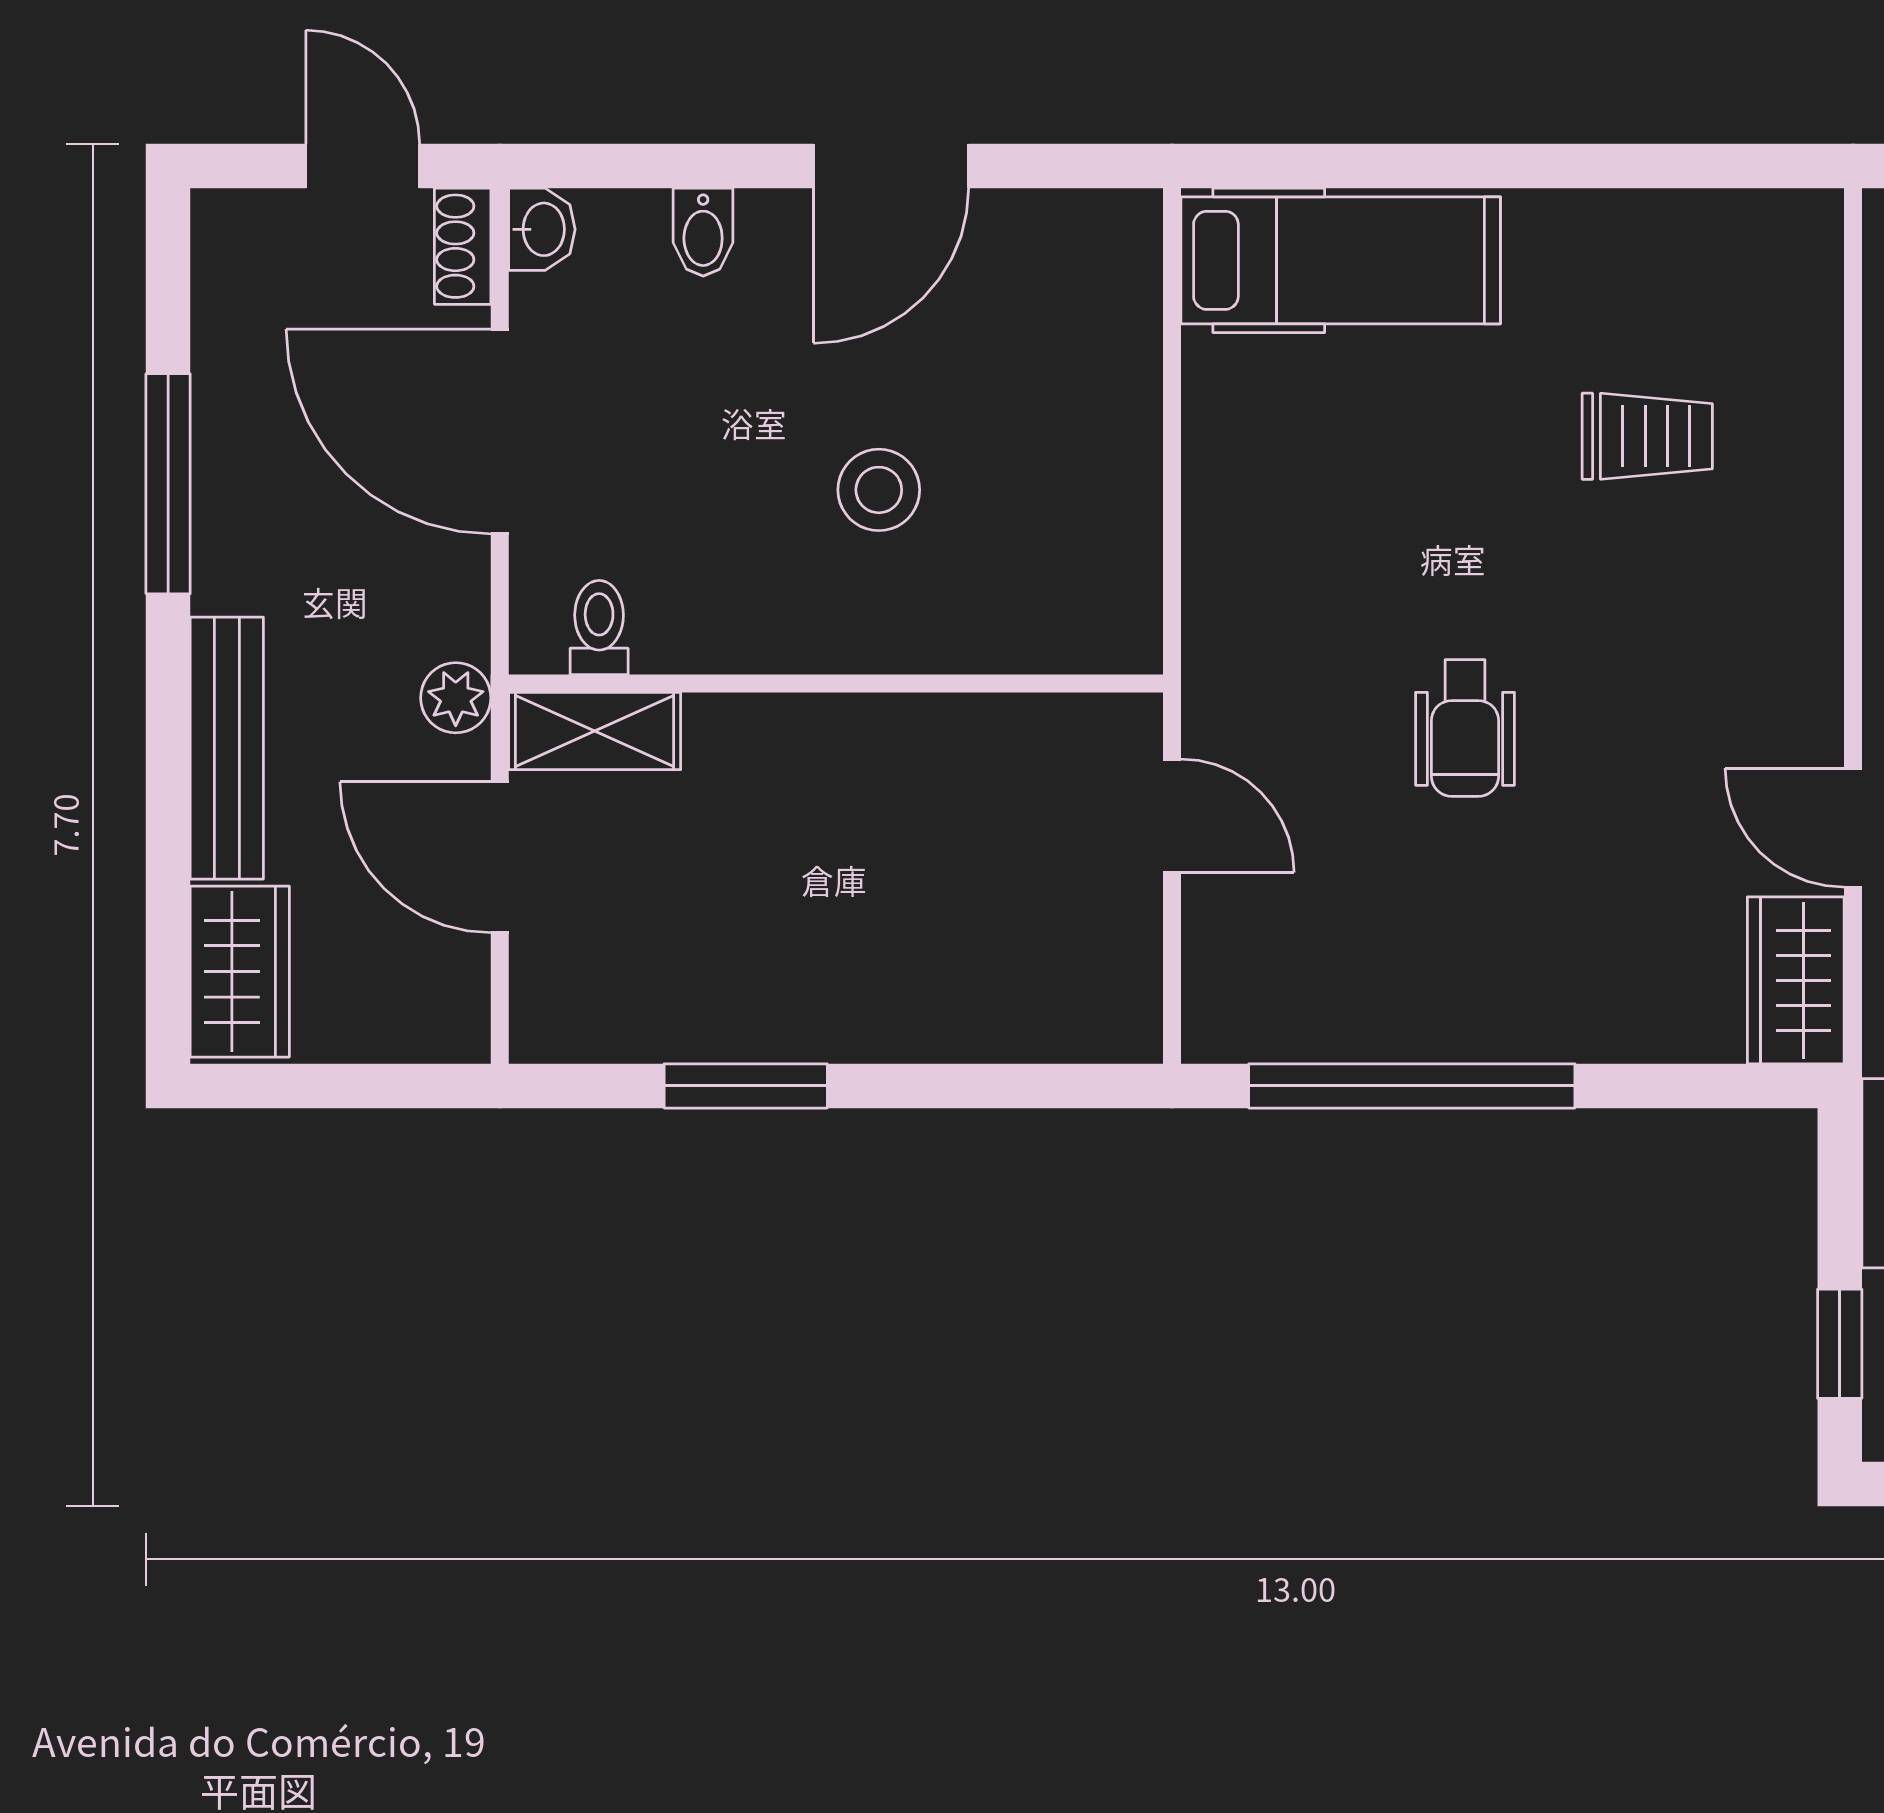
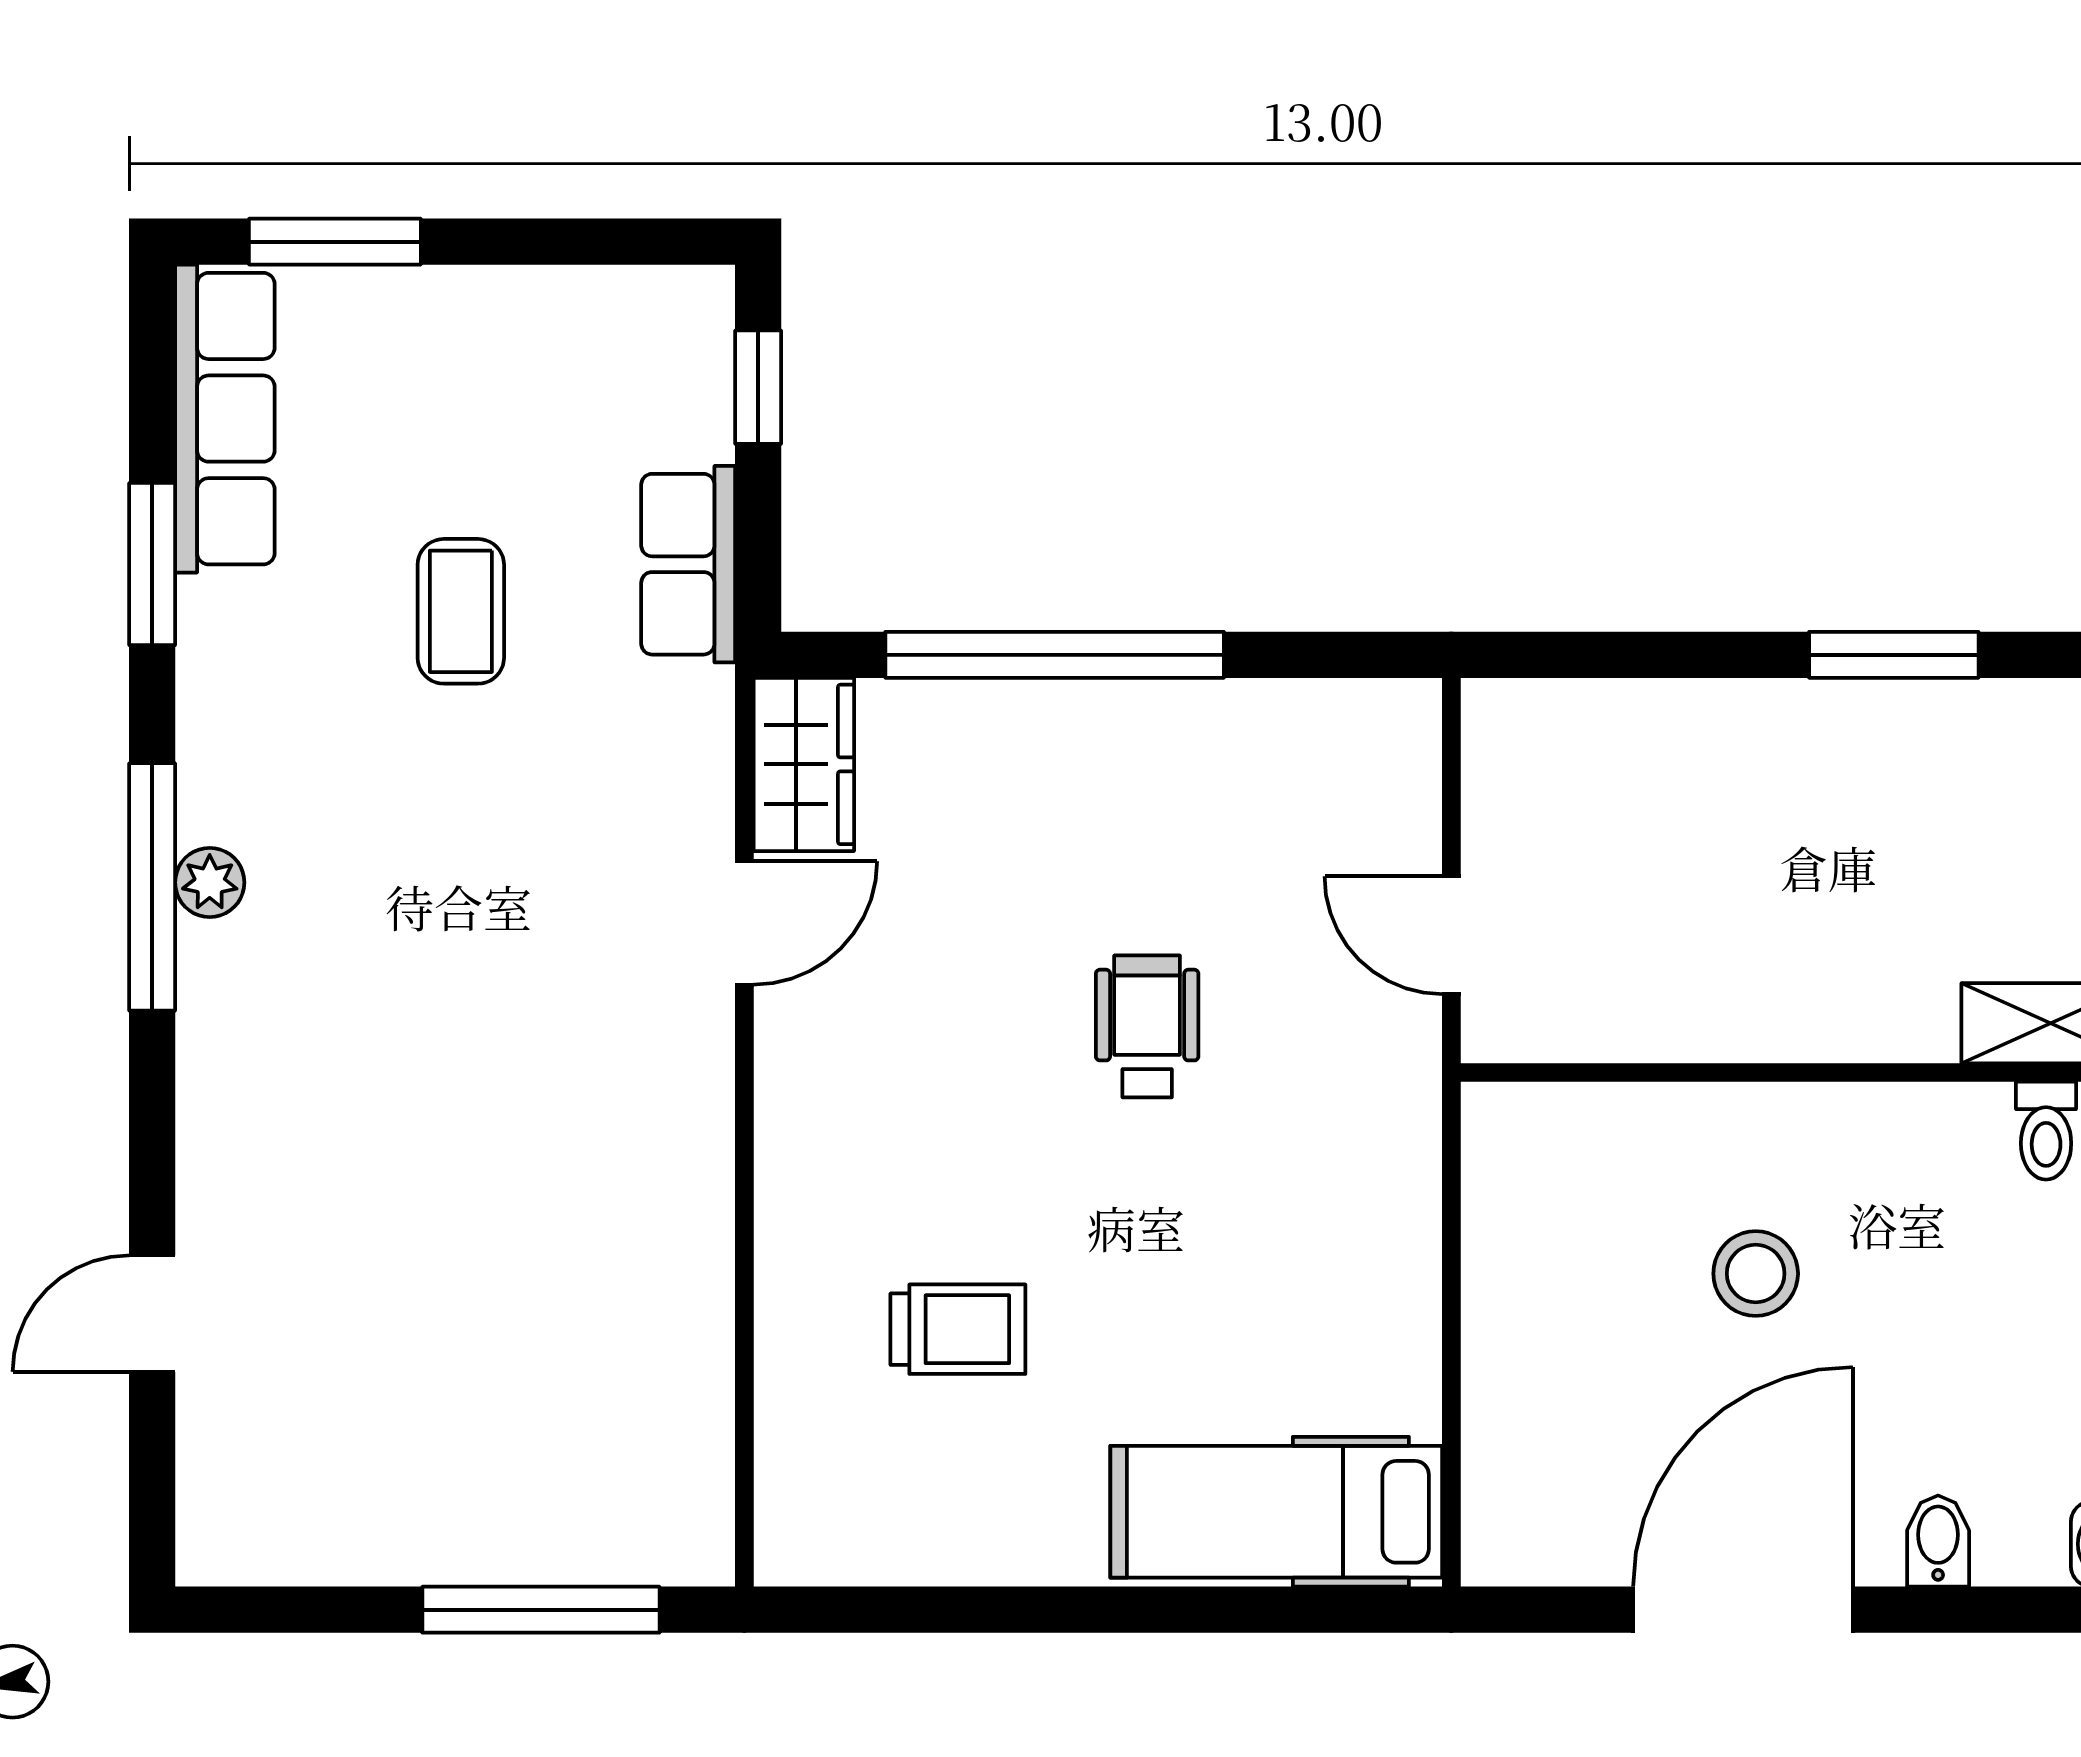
door: (891, 166) -> (1743, 1610), width x1.36
trolley: (1647, 436) -> (958, 1329), turned 180
door: (1853, 828) -> (744, 923), hinge flipped
window: (1412, 1086) -> (1055, 655), moved

